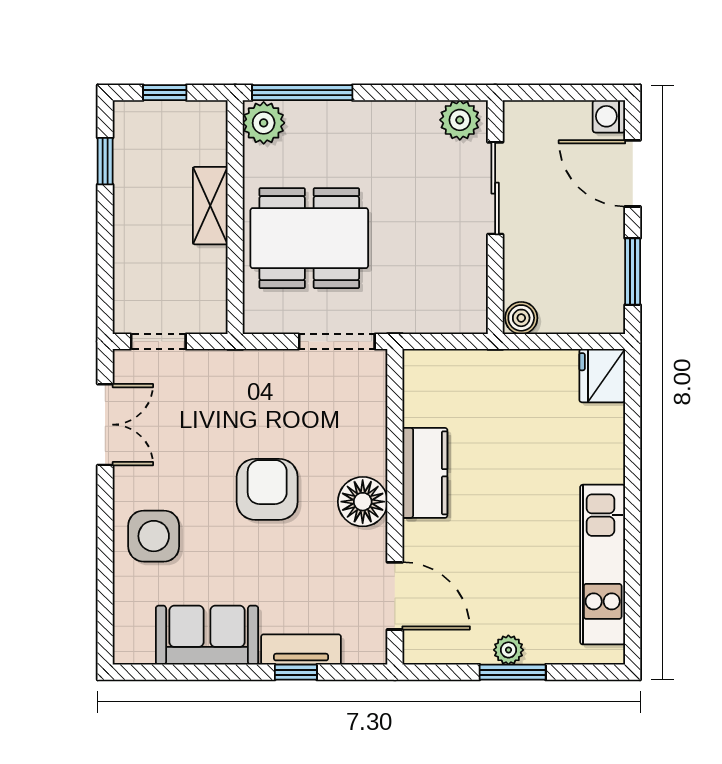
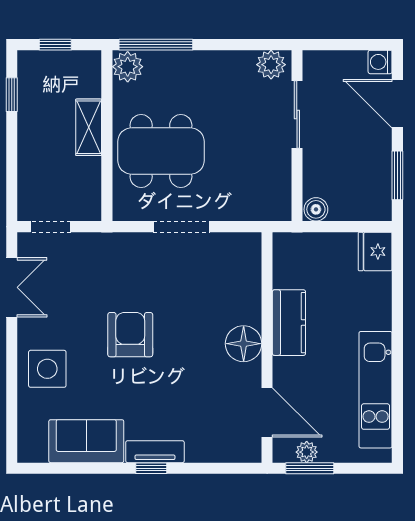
kitchen counter: (425, 473) -> (289, 323), moved
floor lamp: (363, 502) -> (244, 344), moved
wall: (395, 507) -> (267, 347), moved
door: (395, 596) -> (267, 412), moved

